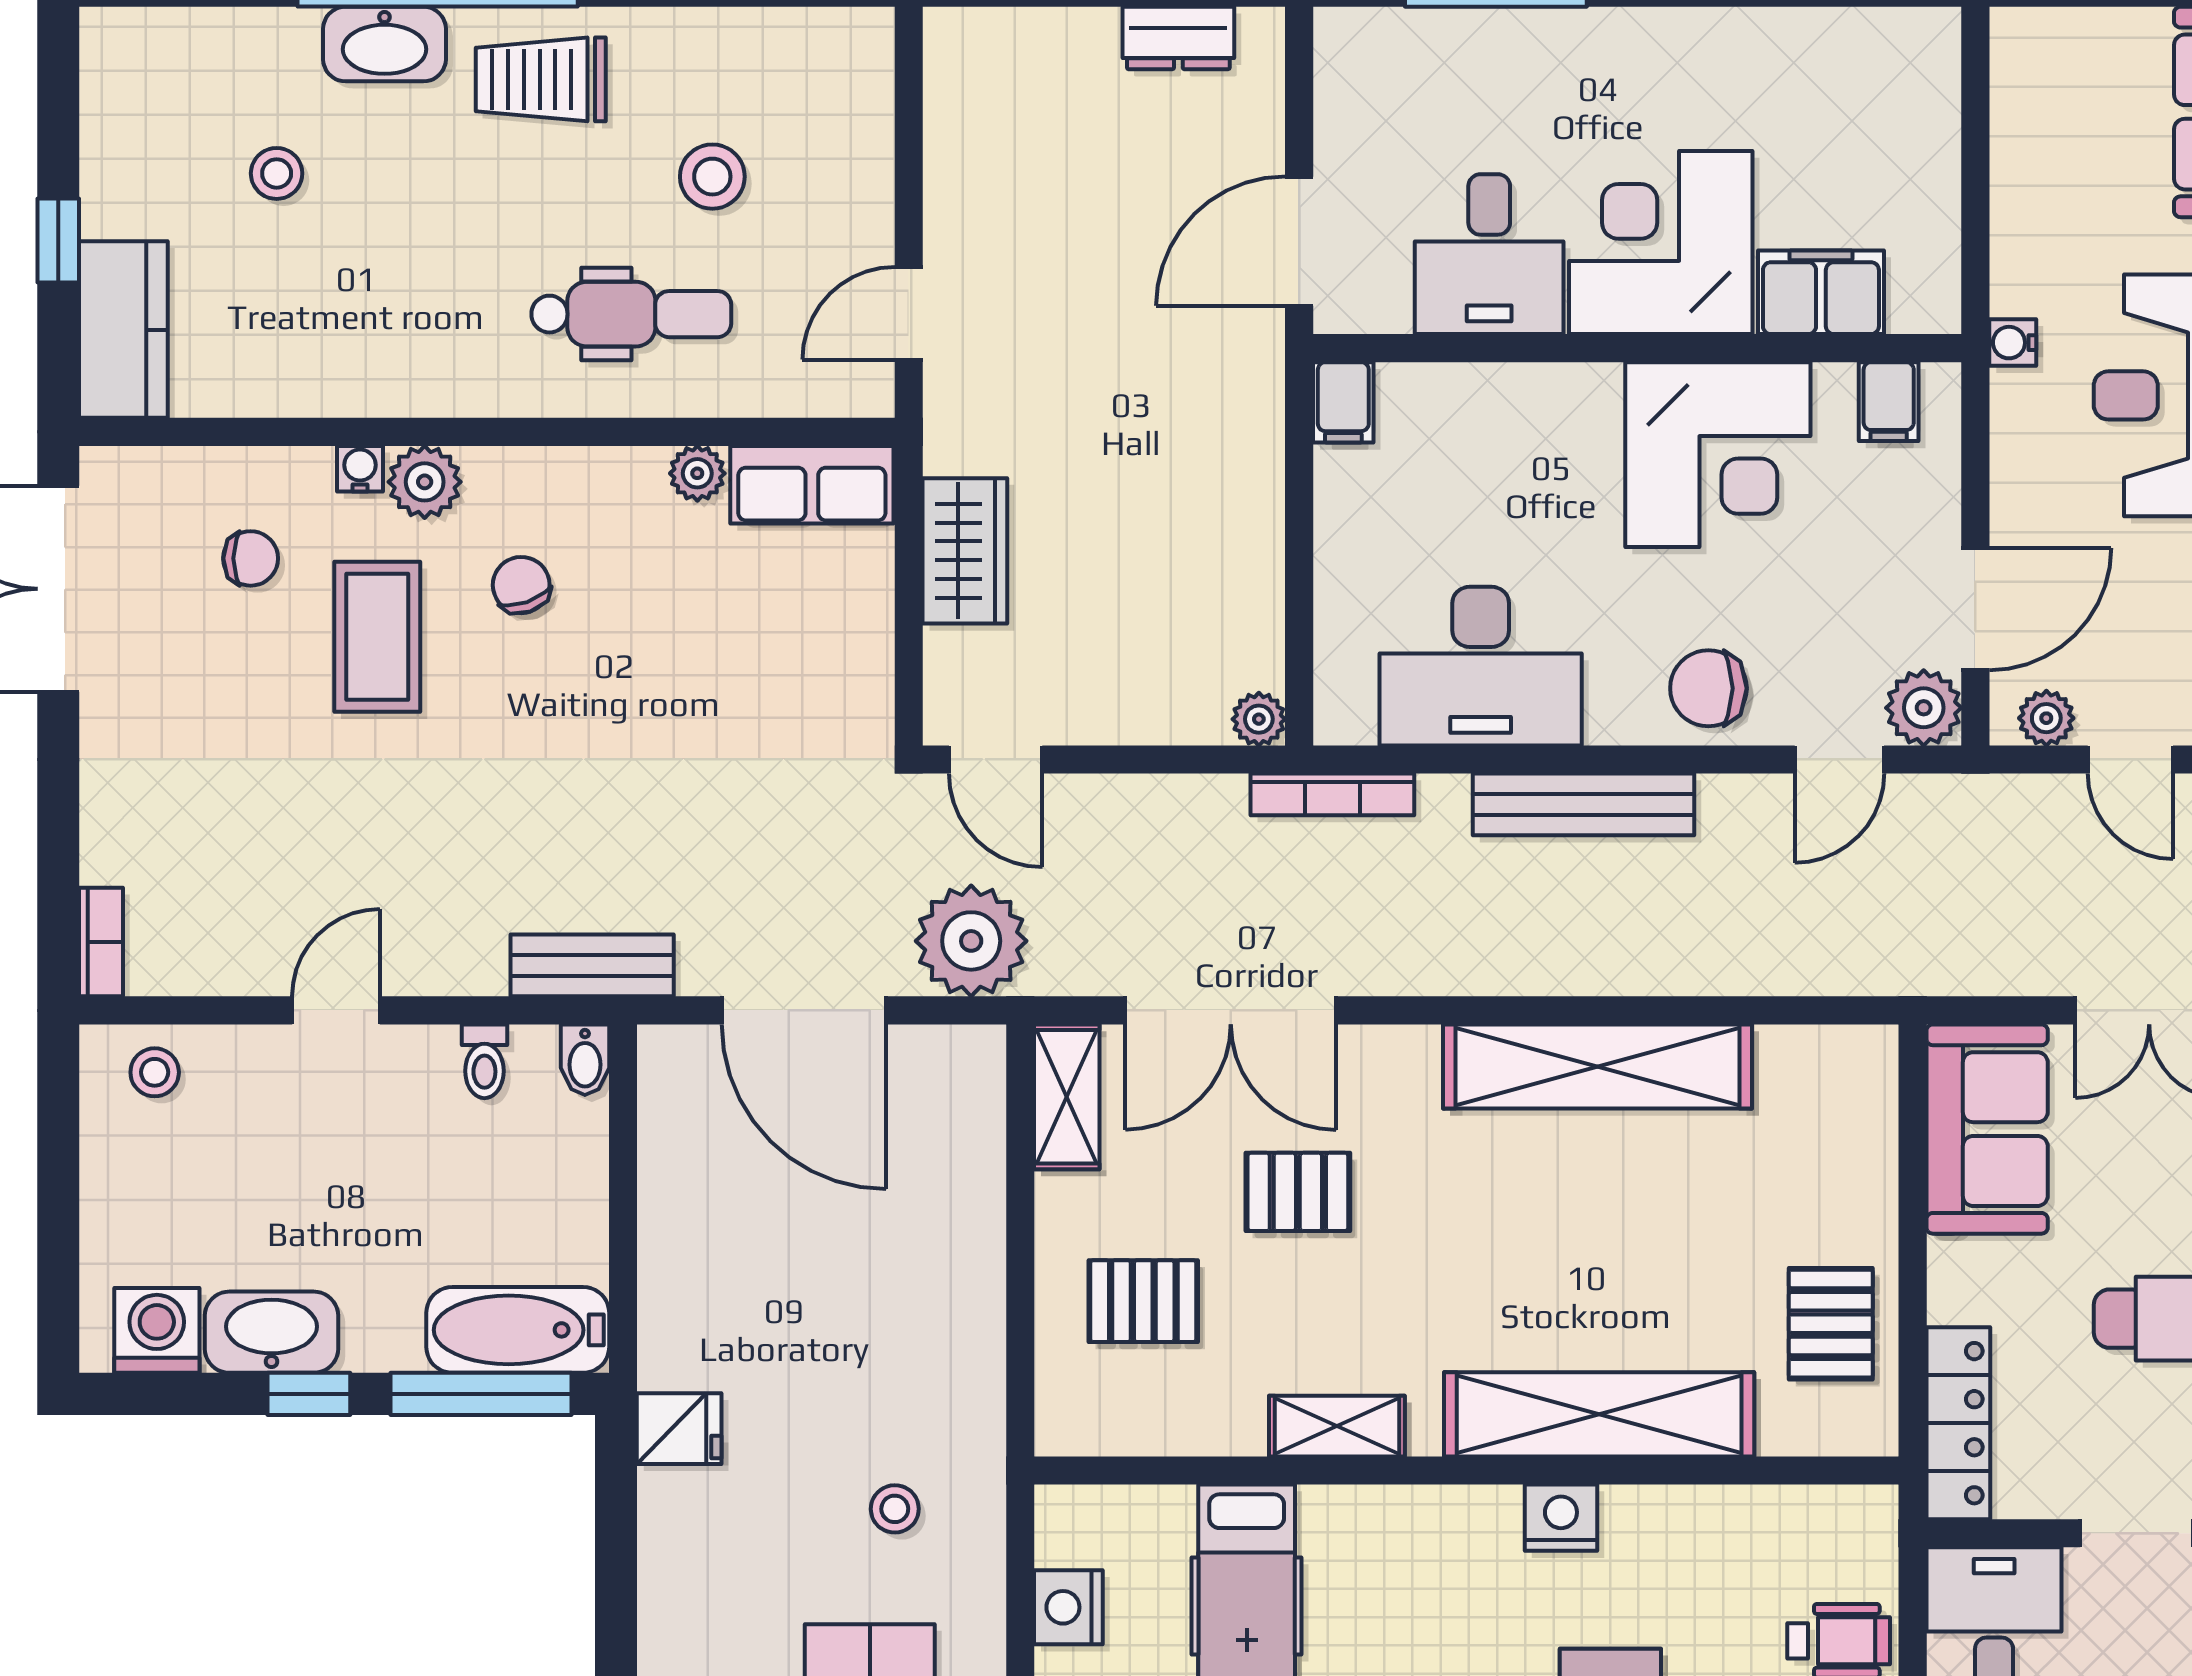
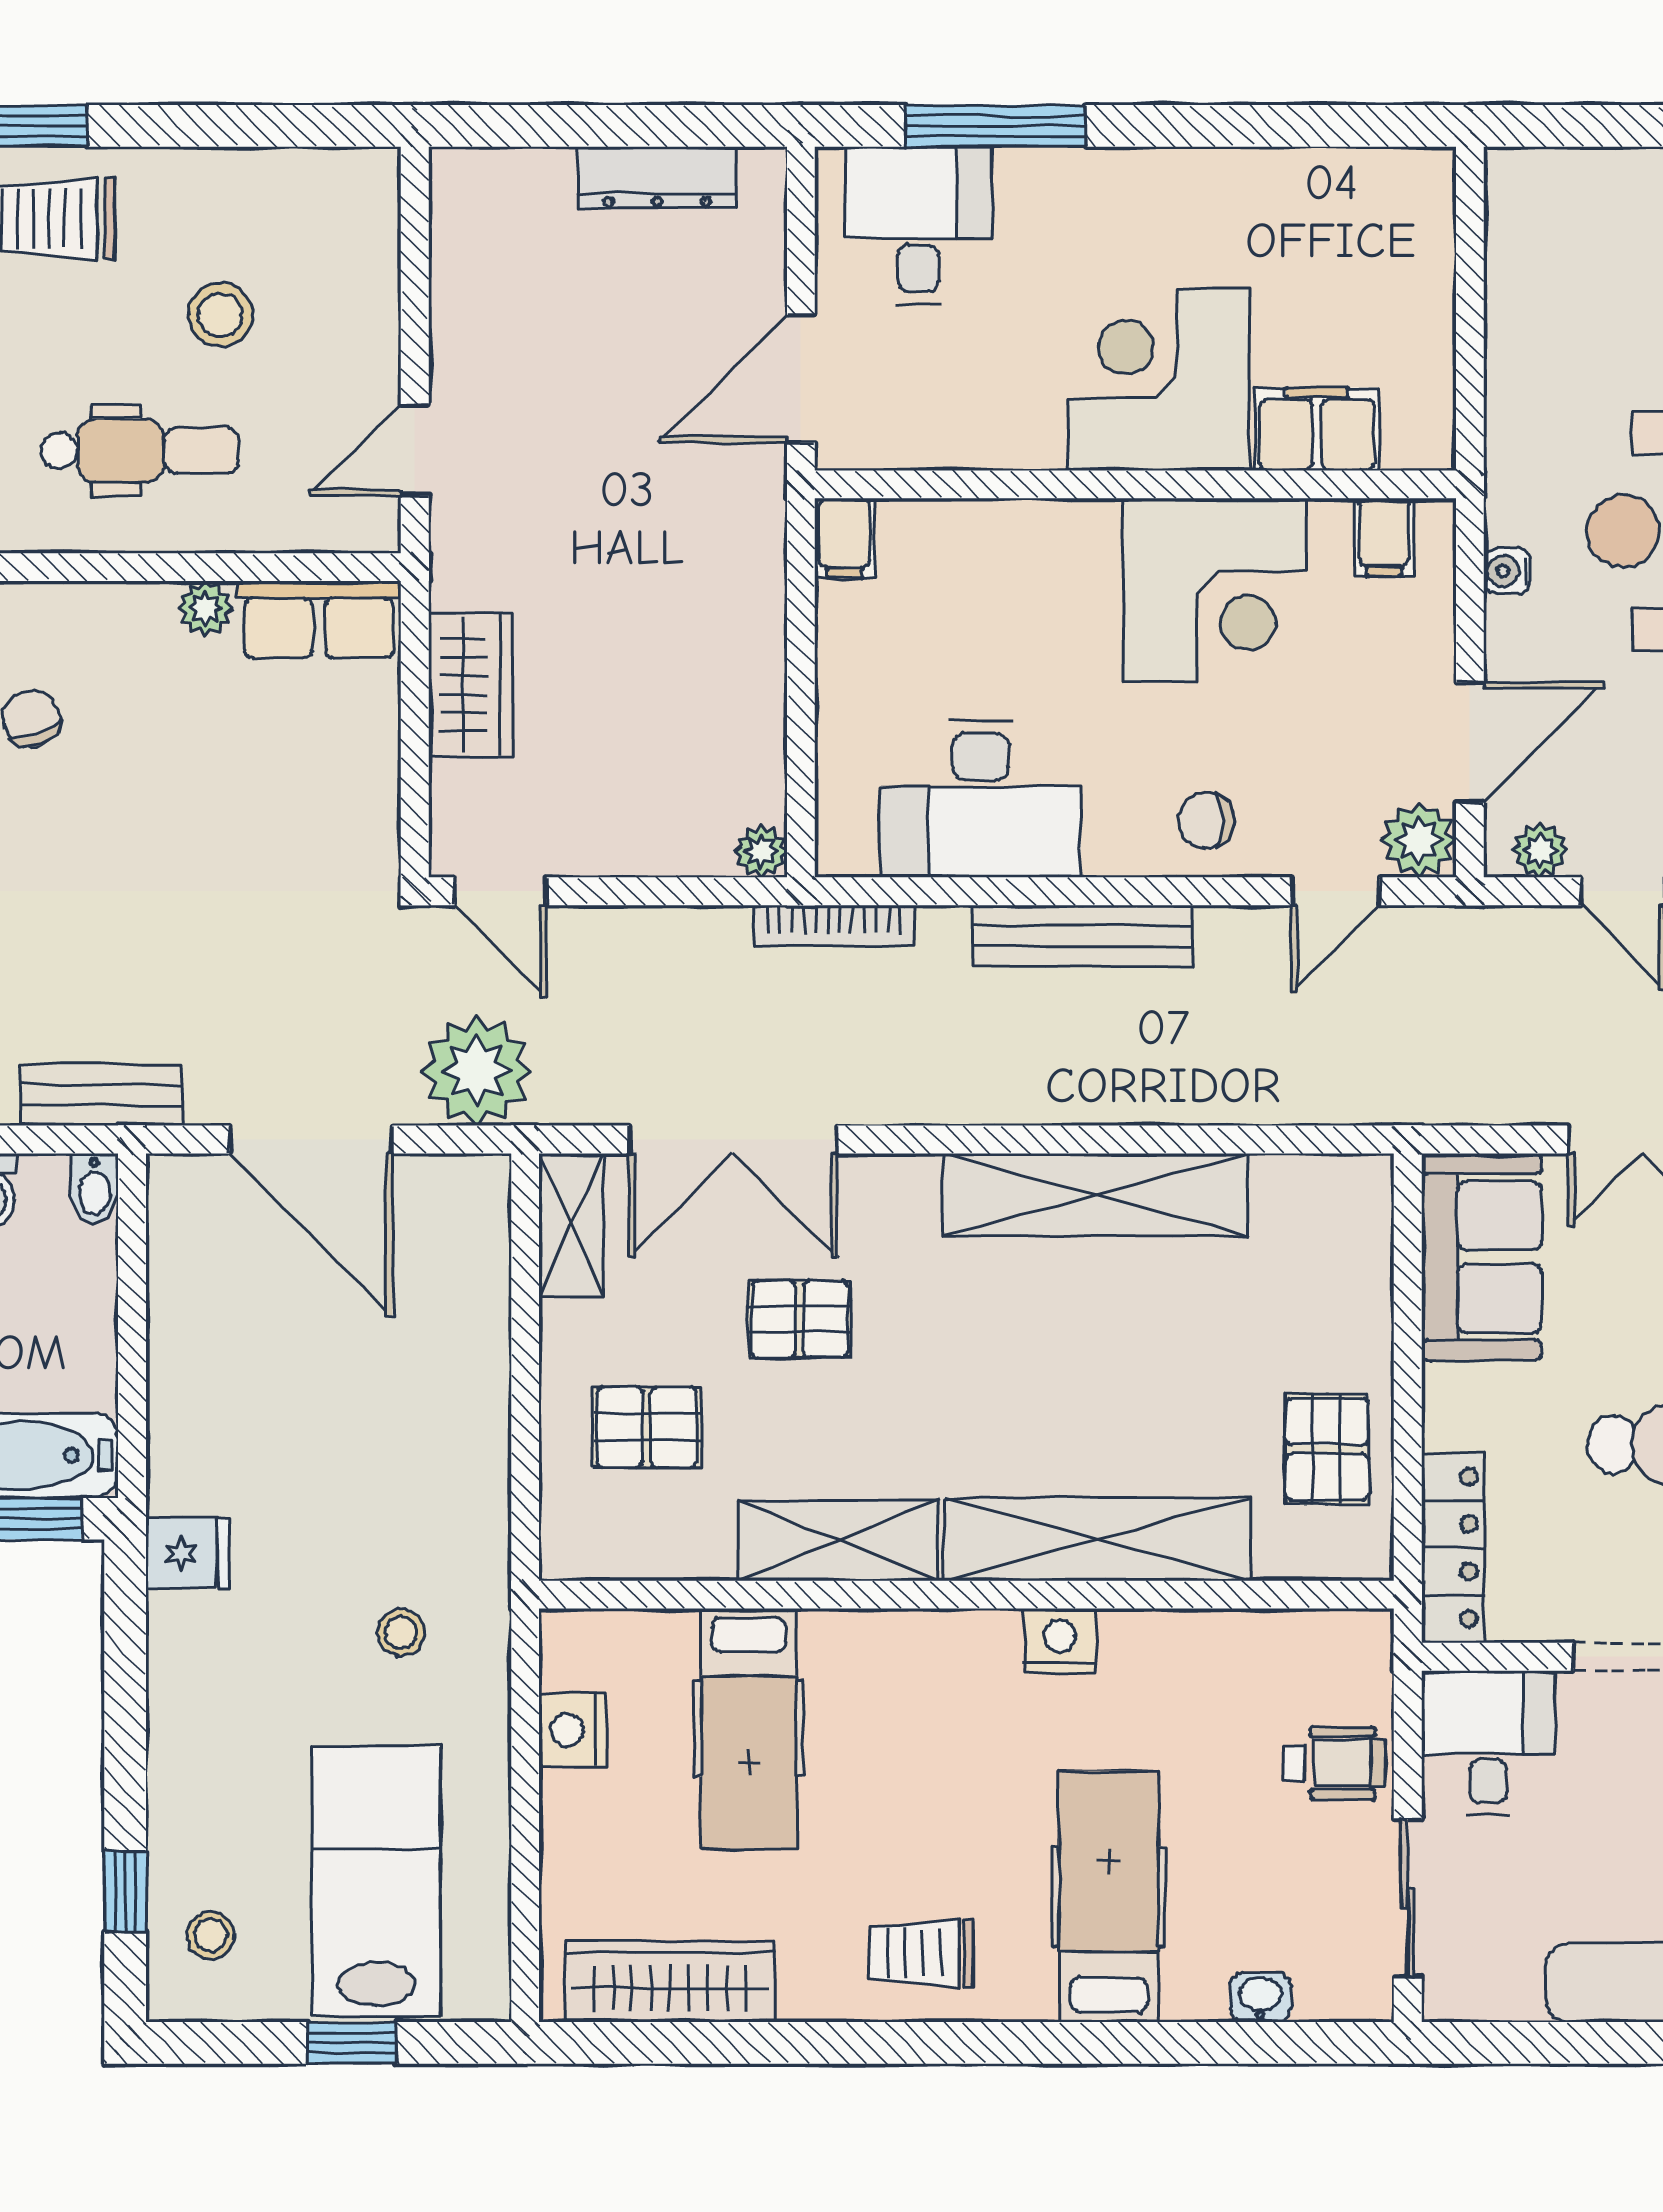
dresser: (1178, 38) -> (657, 178), width x1.44
desk: (1489, 254) -> (919, 226), moved, turned 180
water cooler: (2013, 343) -> (1507, 571), moved
chair: (1708, 688) -> (1206, 821), width x0.73, depth x0.73
shelving: (1337, 1426) -> (838, 1541), width x1.50, depth x1.33

